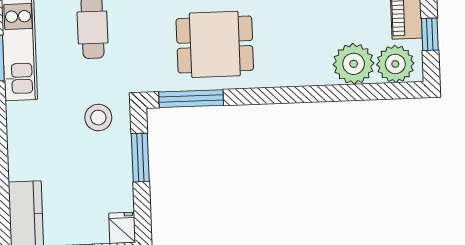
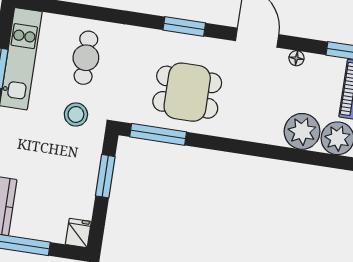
stool: (98, 118) -> (76, 114), moved

